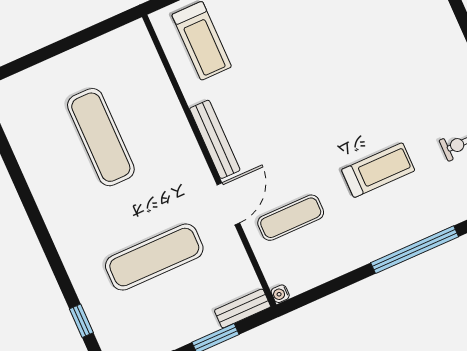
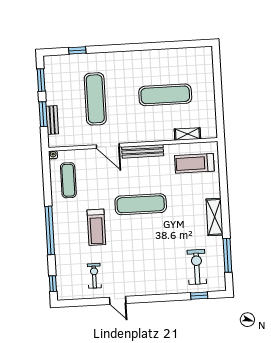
shelving: (155, 72) -> (187, 134), added
exercise mat: (309, 108) -> (141, 204), added
exercise mat: (291, 218) -> (68, 180), moved
bench: (243, 308) -> (52, 120), moved

